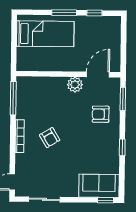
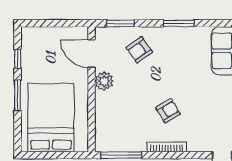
bed: (45, 34) -> (51, 118), width x1.50
armchair: (101, 114) -> (139, 50), turned 55
window: (122, 147) -> (179, 23), width x1.50

